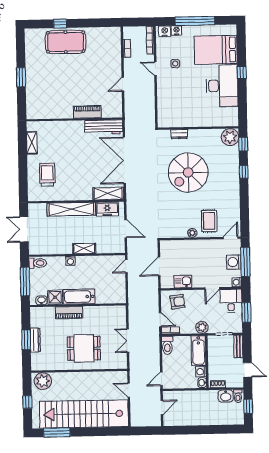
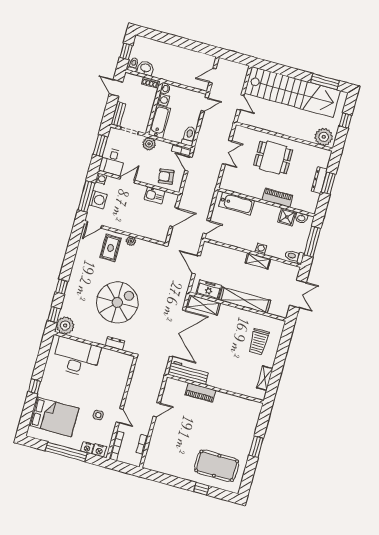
pool table: (66, 42) -> (217, 466), moved
desk: (222, 86) -> (76, 357), moved, turned 90
shelving: (84, 249) -> (258, 261), moved
bathtub: (79, 297) -> (237, 203), moved

